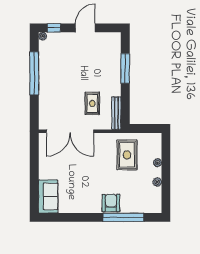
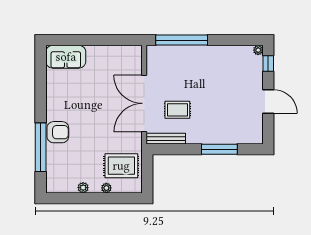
window: (34, 73) -> (182, 40), moved
double door: (70, 131) -> (144, 103), moved
rug: (127, 155) -> (121, 166), moved

